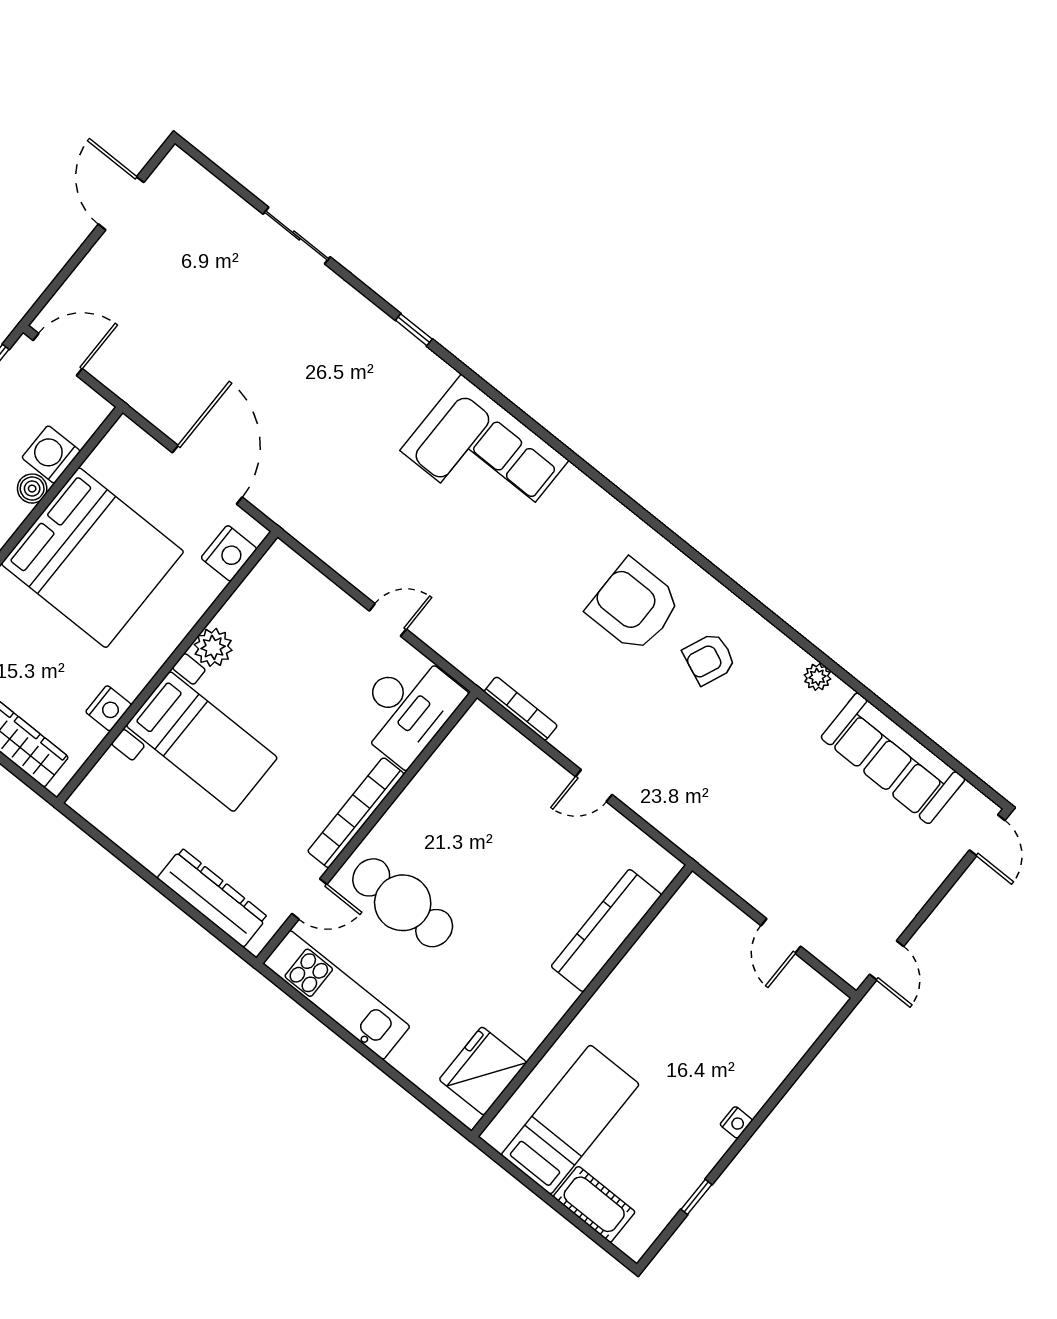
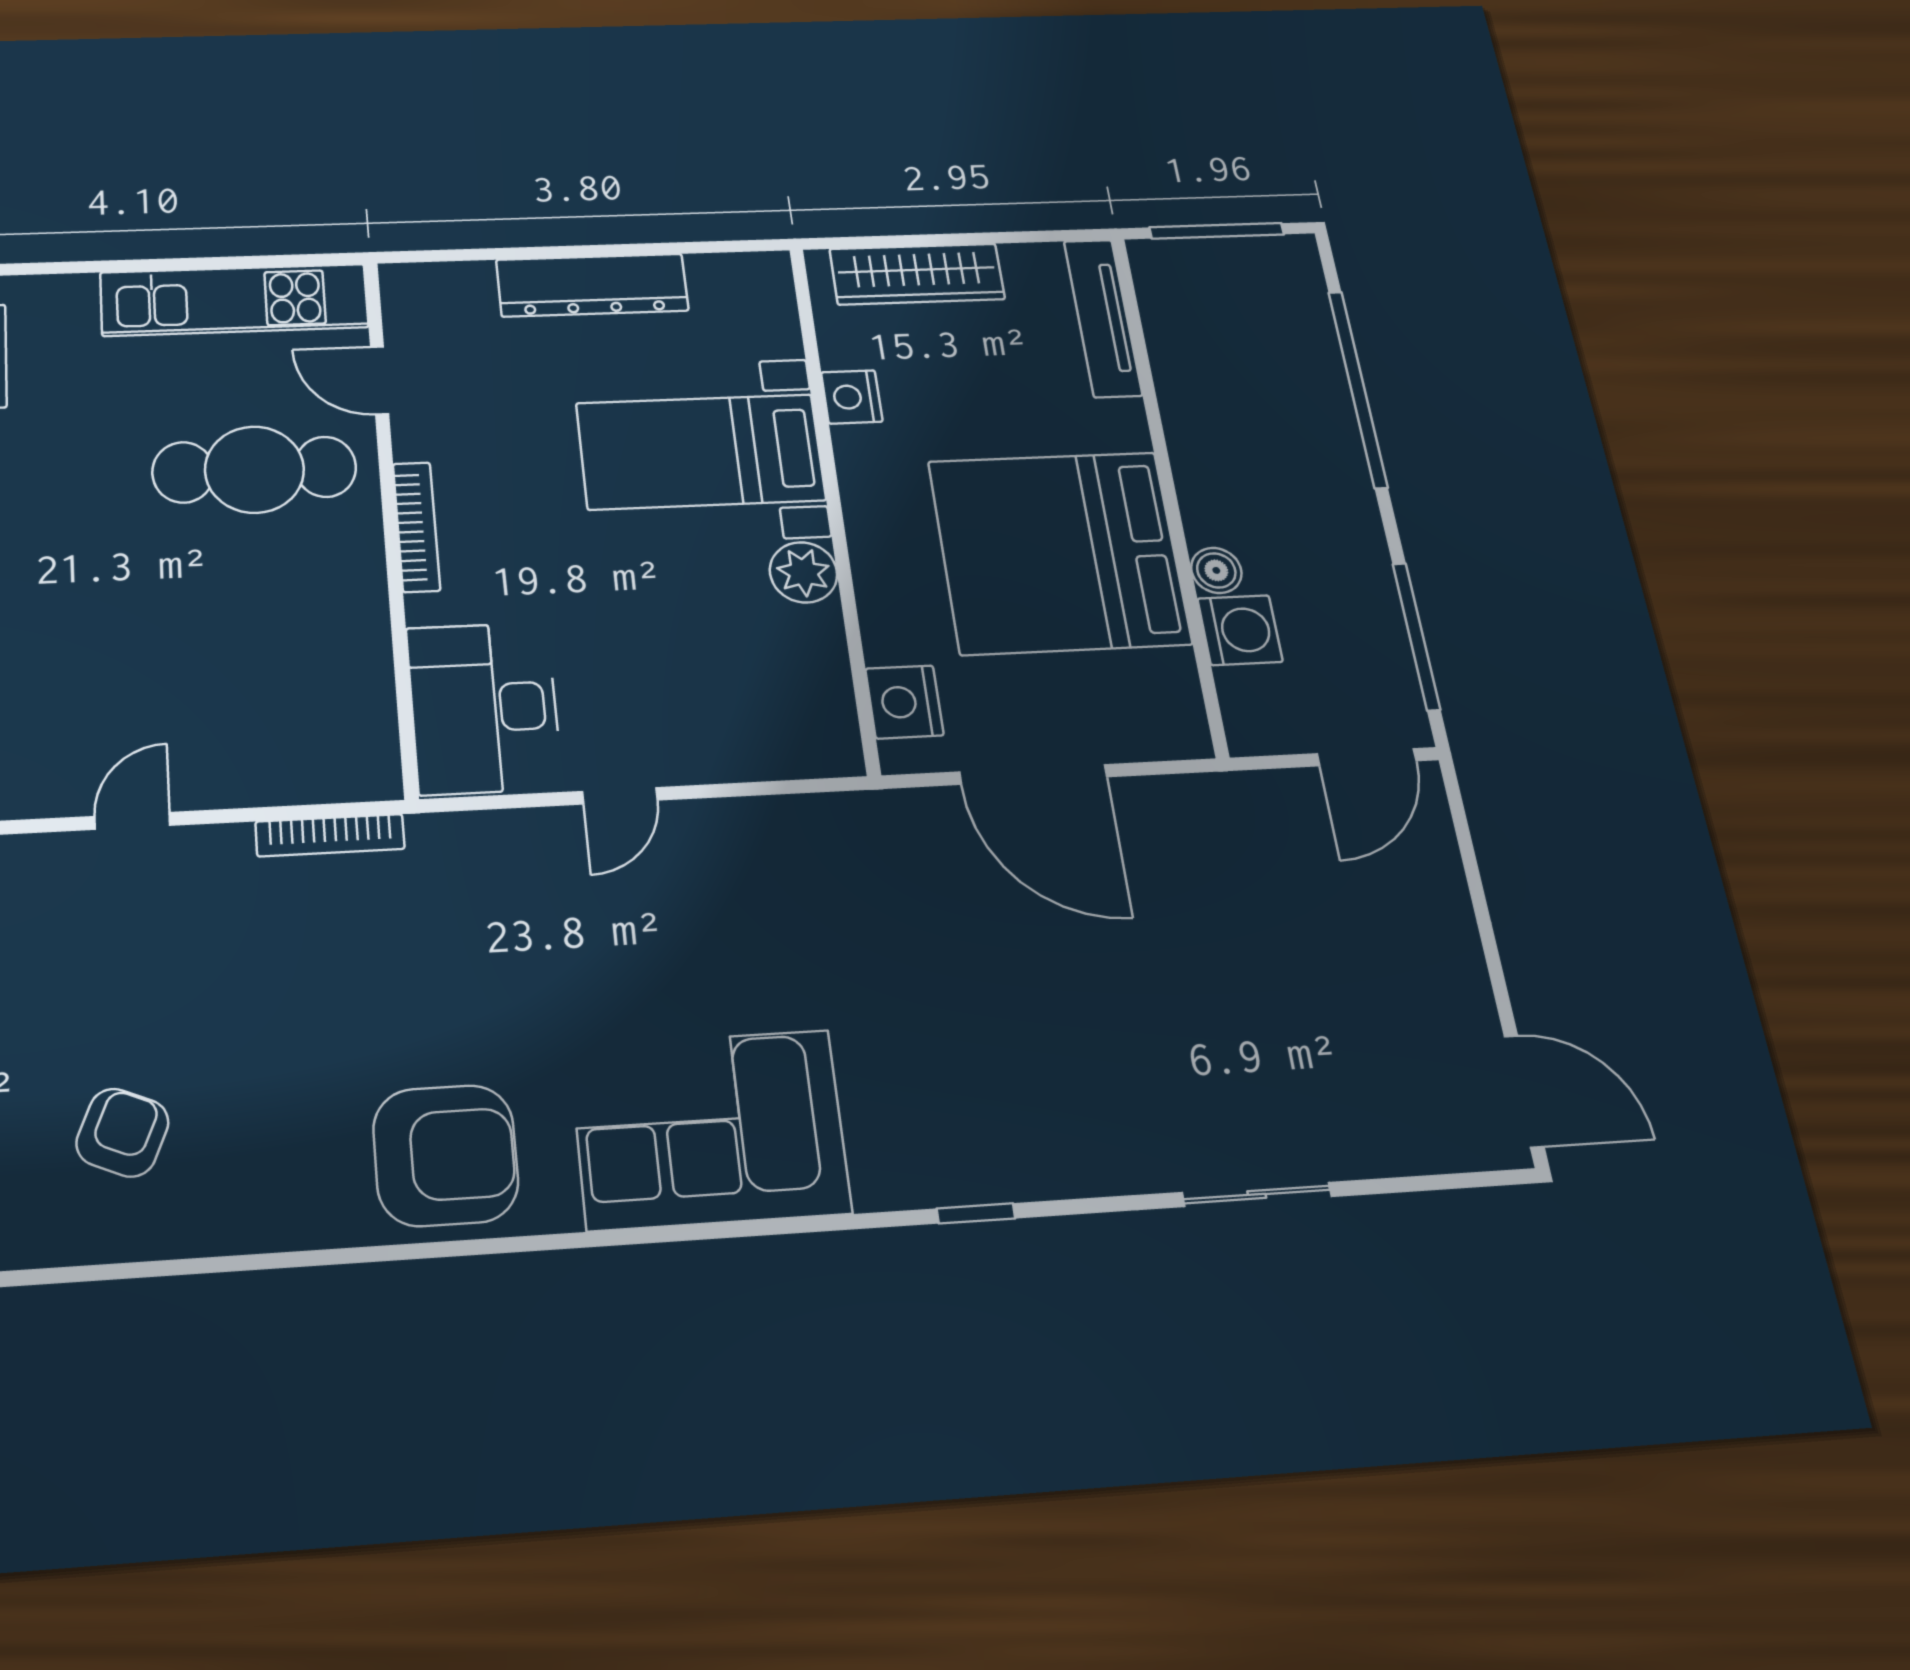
door: (121, 203) -> (1524, 1091), moved
armchair: (634, 606) -> (446, 1155), moved
bookcase: (356, 813) -> (416, 527), width x0.68, depth x0.76
dresser: (212, 898) -> (592, 285), moved
door: (309, 899) -> (380, 380), hinge flipped

